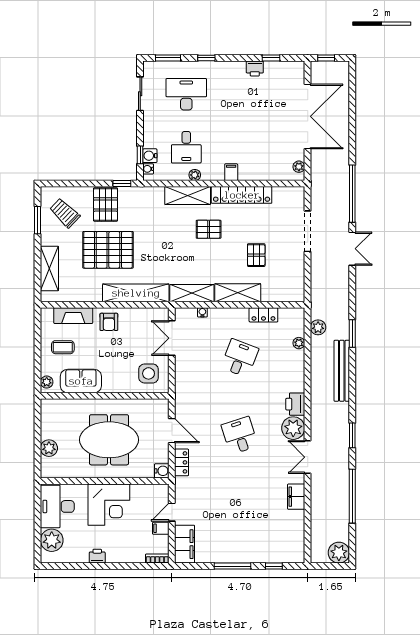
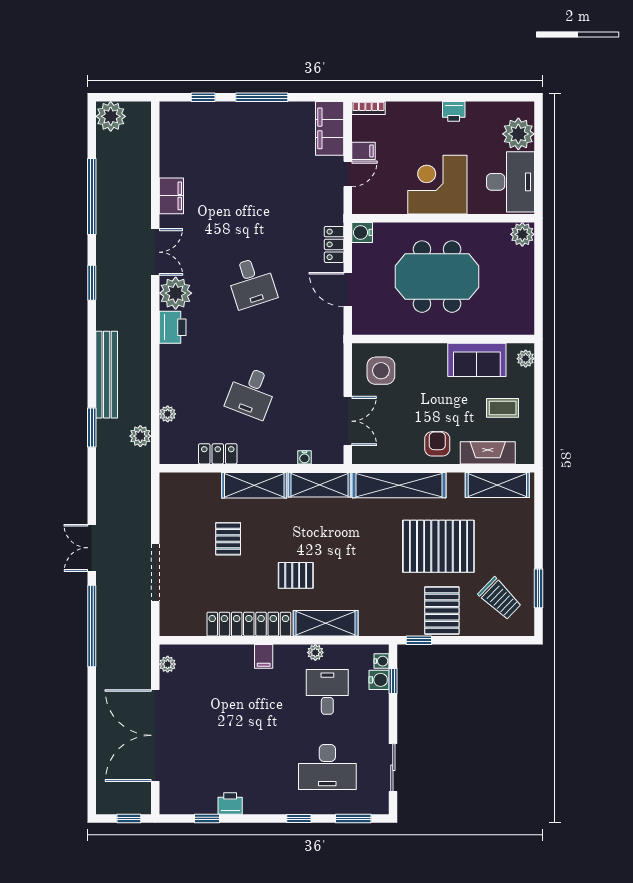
shelving: (49, 268) -> (497, 485), moved, turned 90
plant: (49, 448) -> (522, 234), moved

